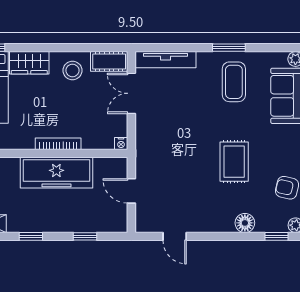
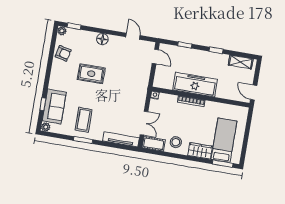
rug: (234, 162) -> (91, 74), turned 90
door: (131, 191) -> (155, 56), moved
floor lamp: (245, 223) -> (102, 39), moved

